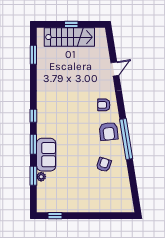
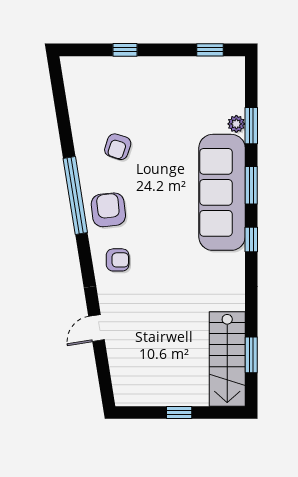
stairs: (69, 37) -> (227, 359), moved, turned -90
sofa: (46, 155) -> (222, 192), width x1.85, depth x1.27
window: (100, 216) -> (125, 50), added

